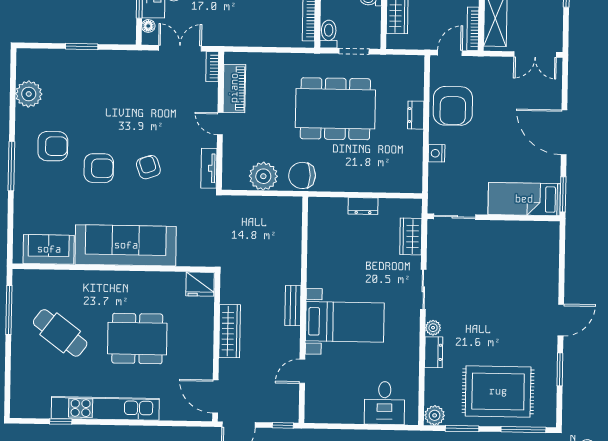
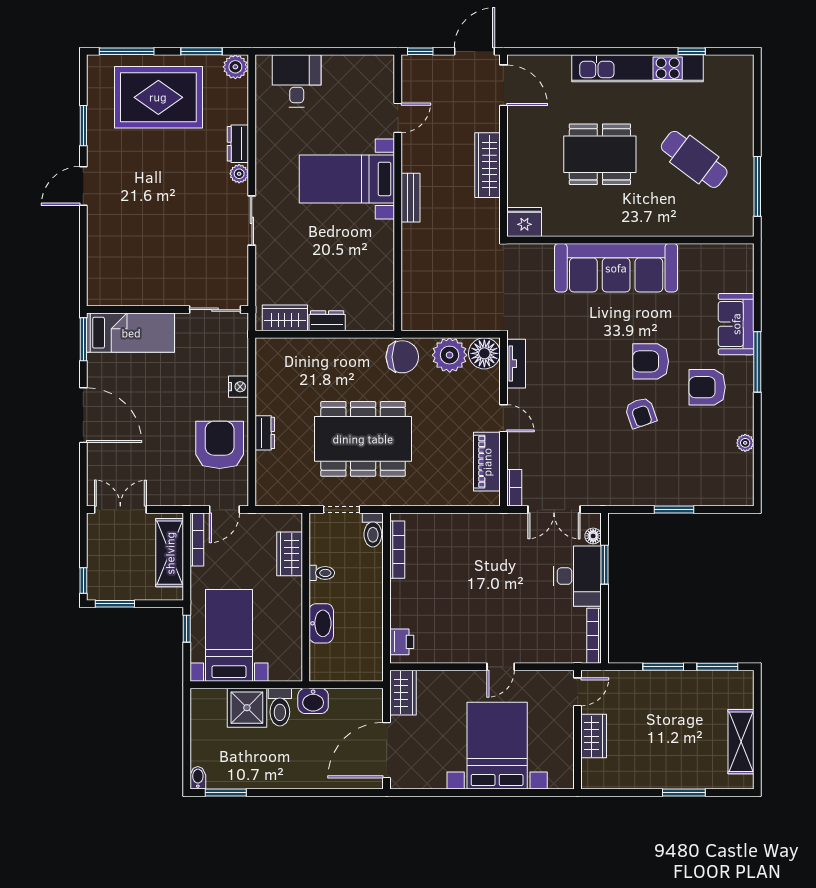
plant: (29, 94) -> (745, 443), width x0.53, depth x0.53
armchair: (148, 167) -> (641, 413), moved
floor lamp: (235, 177) -> (484, 353), added
wardrobe: (411, 236) -> (285, 318), moved, turned -90
sofa: (49, 249) -> (736, 324), moved, turned 90

